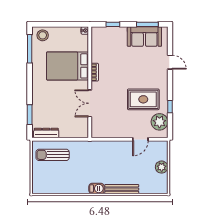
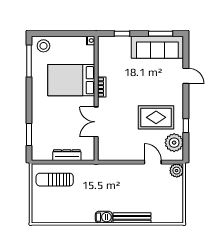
sofa: (144, 37) -> (157, 47), width x1.36
dresser: (46, 133) -> (67, 155), moved
door: (140, 139) -> (153, 162), swing flipped
plant: (162, 167) -> (177, 171), moved

